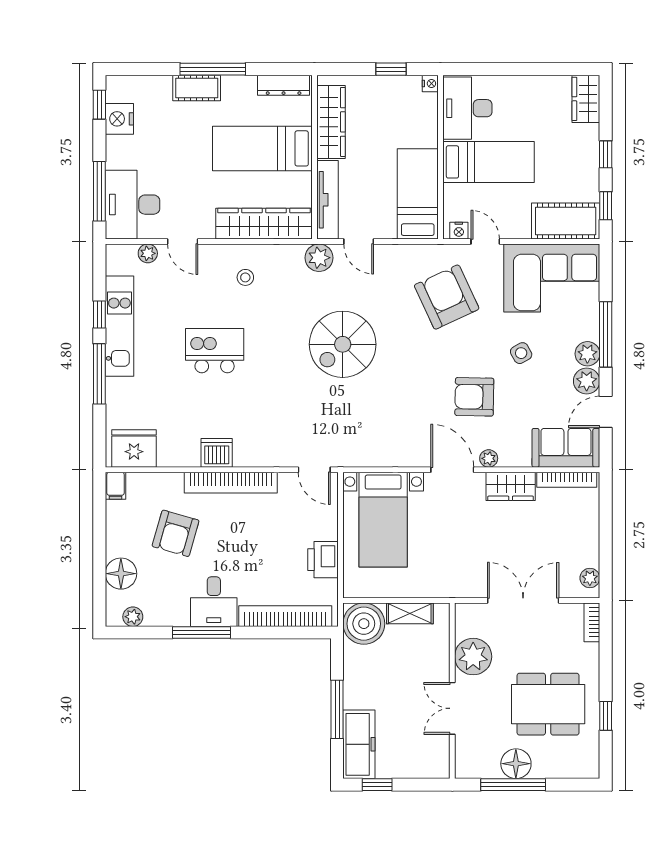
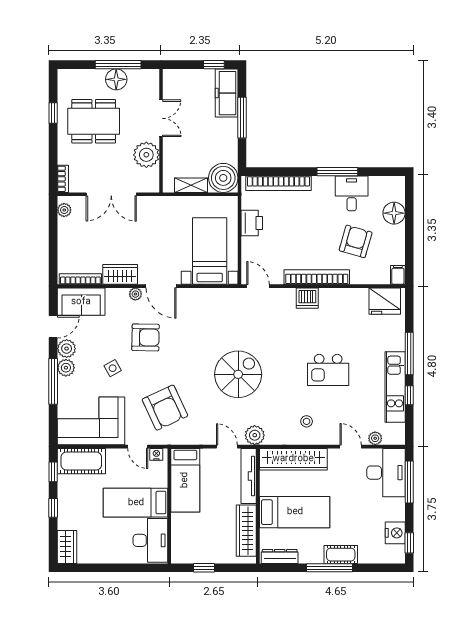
nightstand: (430, 83) -> (177, 558), removed
dishwasher: (217, 453) -> (307, 298), moved
desk: (214, 602) -> (352, 193), moved
plant: (133, 617) -> (386, 183), removed

